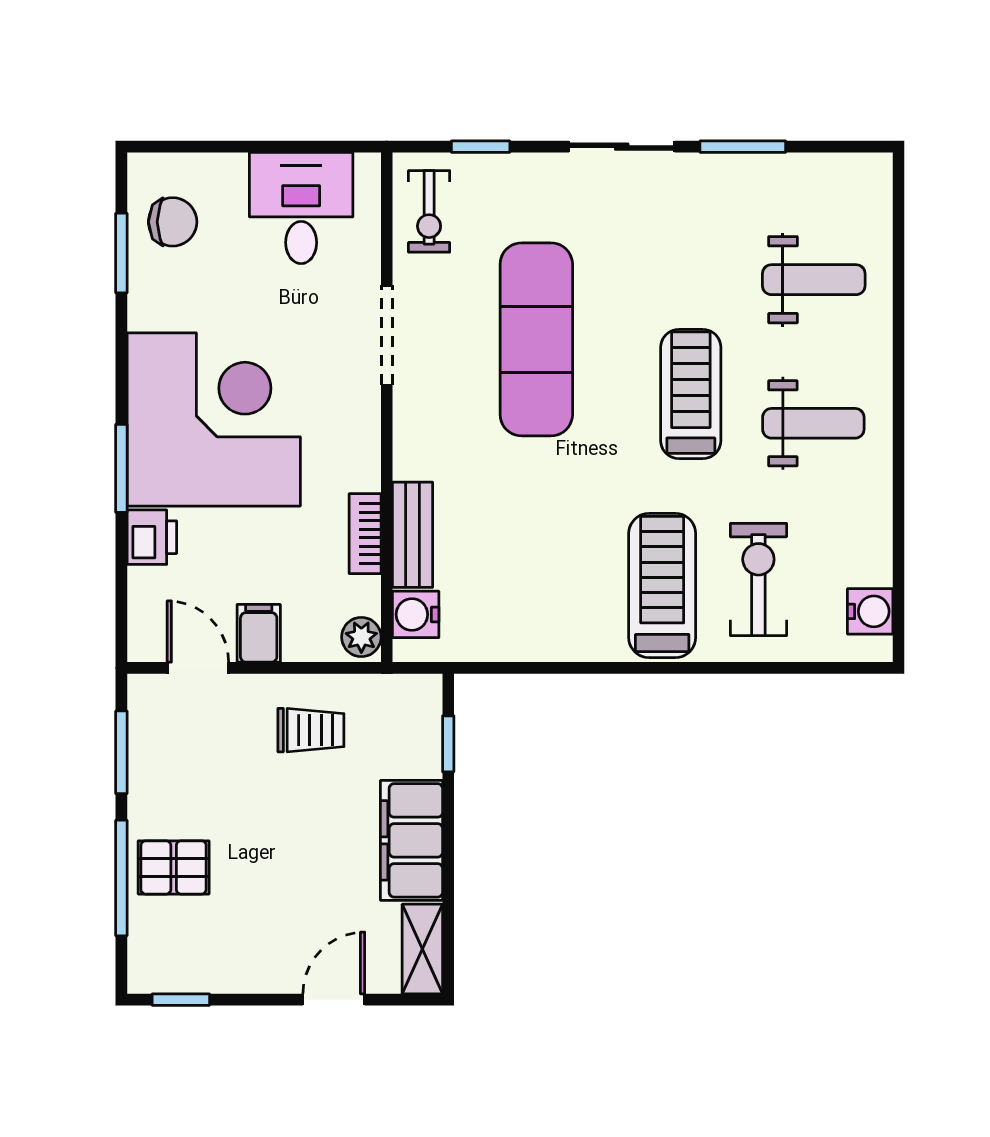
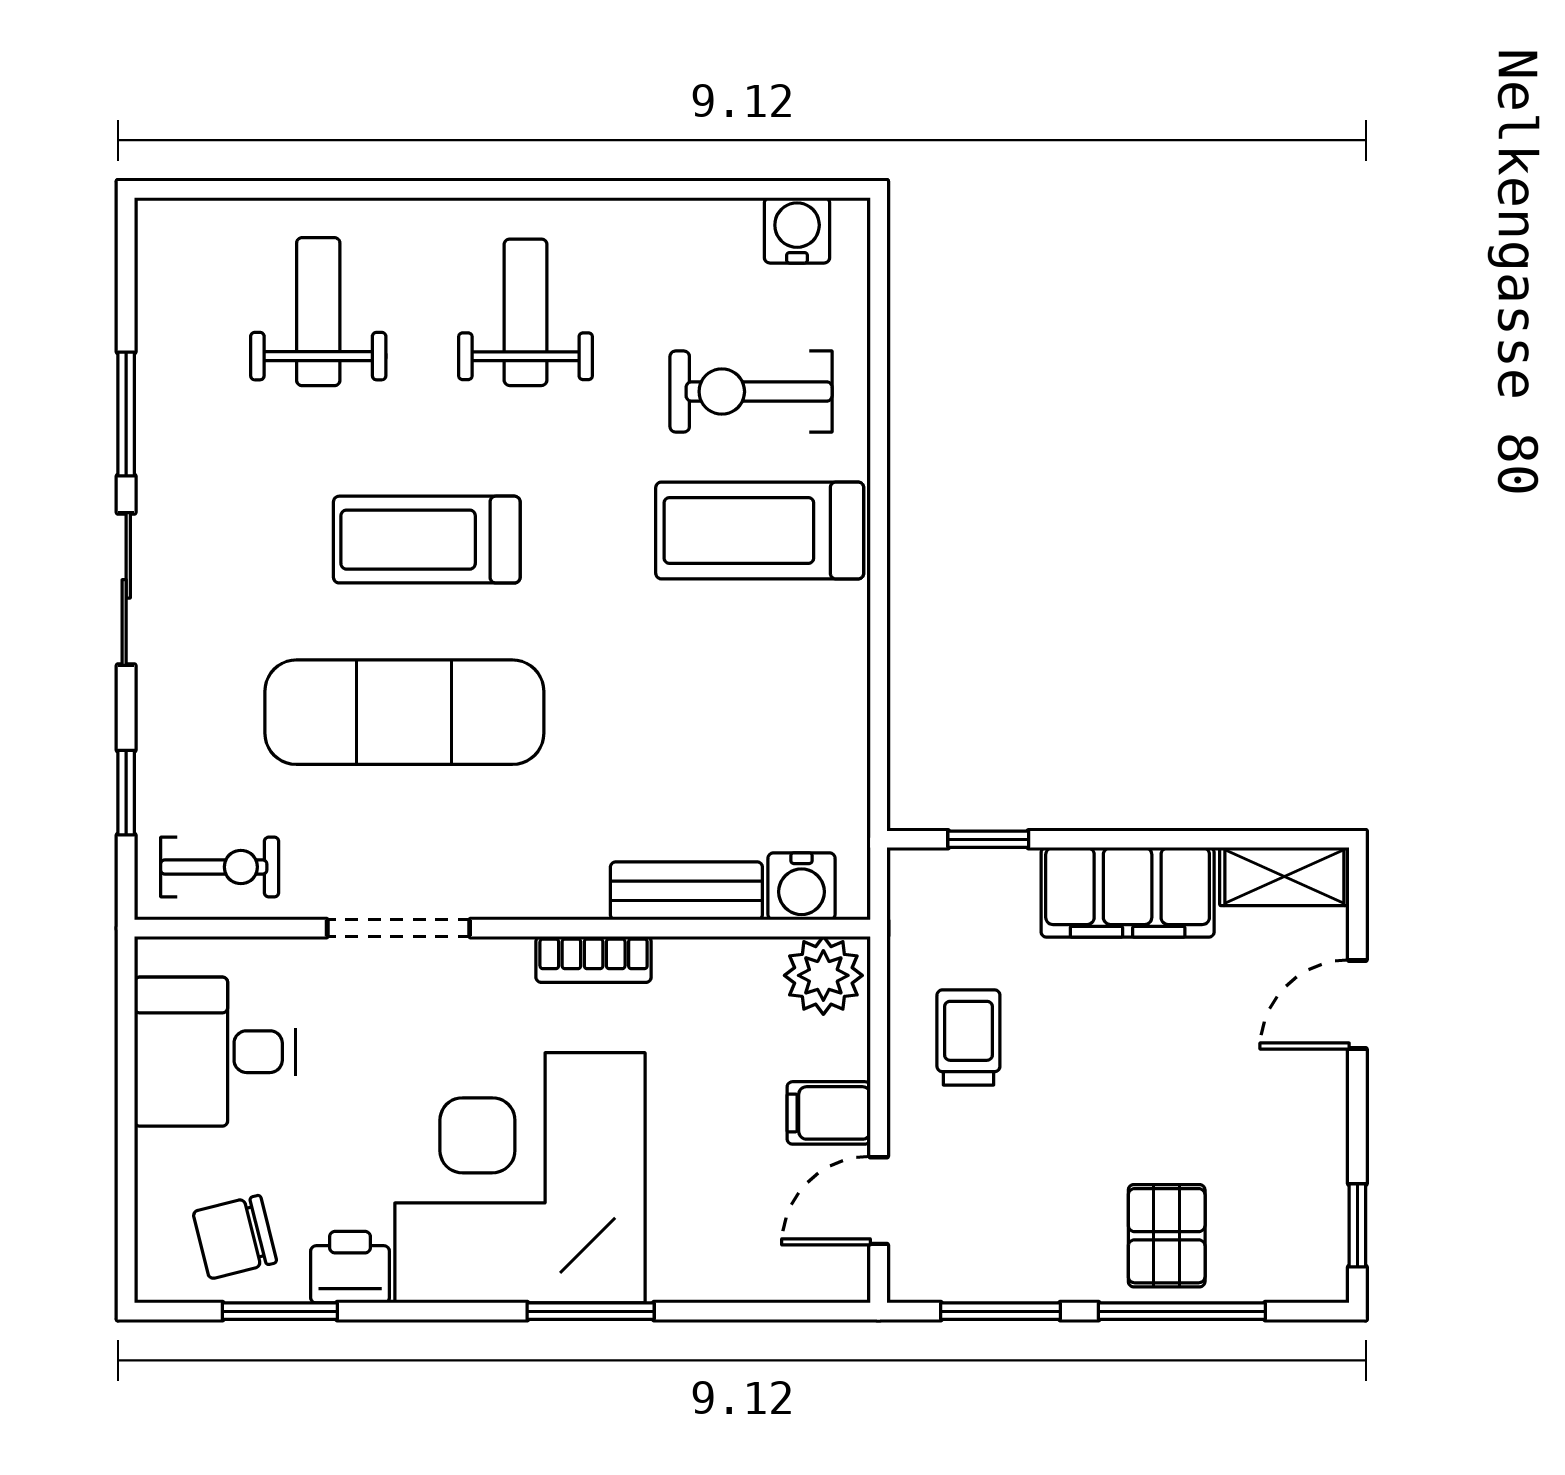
chair: (173, 222) -> (235, 1237), turned -104
treadmill: (691, 394) -> (427, 540), moved
bookcase: (365, 534) -> (594, 959), moved
printer: (152, 537) -> (350, 1267), moved
plant: (361, 637) -> (823, 975), width x1.38, depth x1.38
door: (334, 1000) -> (1357, 1004), hinge flipped

